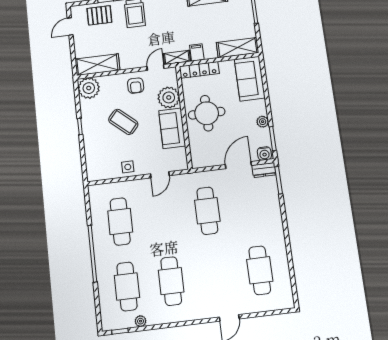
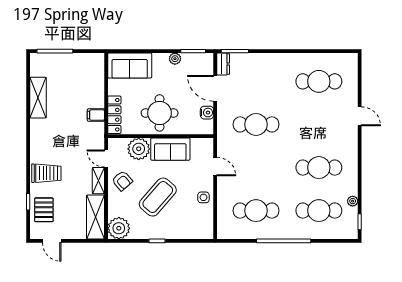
shelving: (237, 48) -> (96, 73), removed
shelving: (177, 57) -> (98, 181), moved
armchair: (136, 86) -> (122, 181), turned 49
coffee table: (123, 122) -> (158, 197), width x1.36, depth x1.32
water cooler: (264, 154) -> (207, 113), moved

